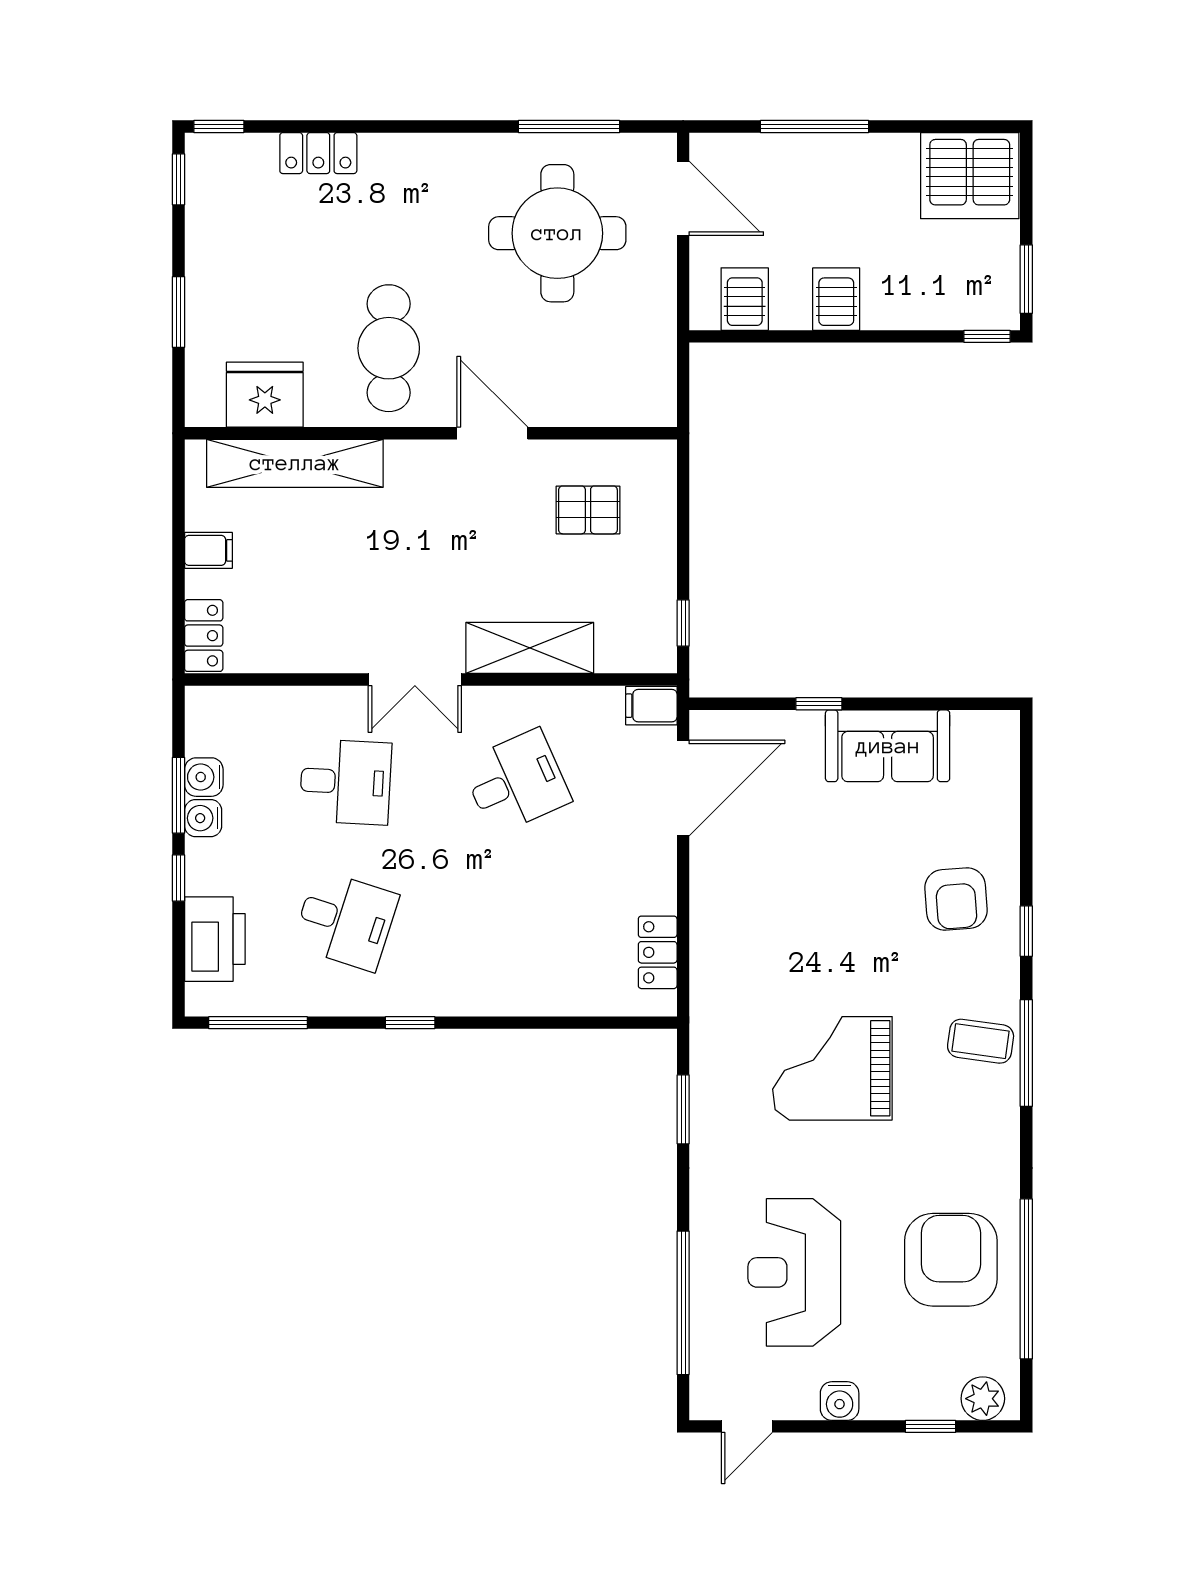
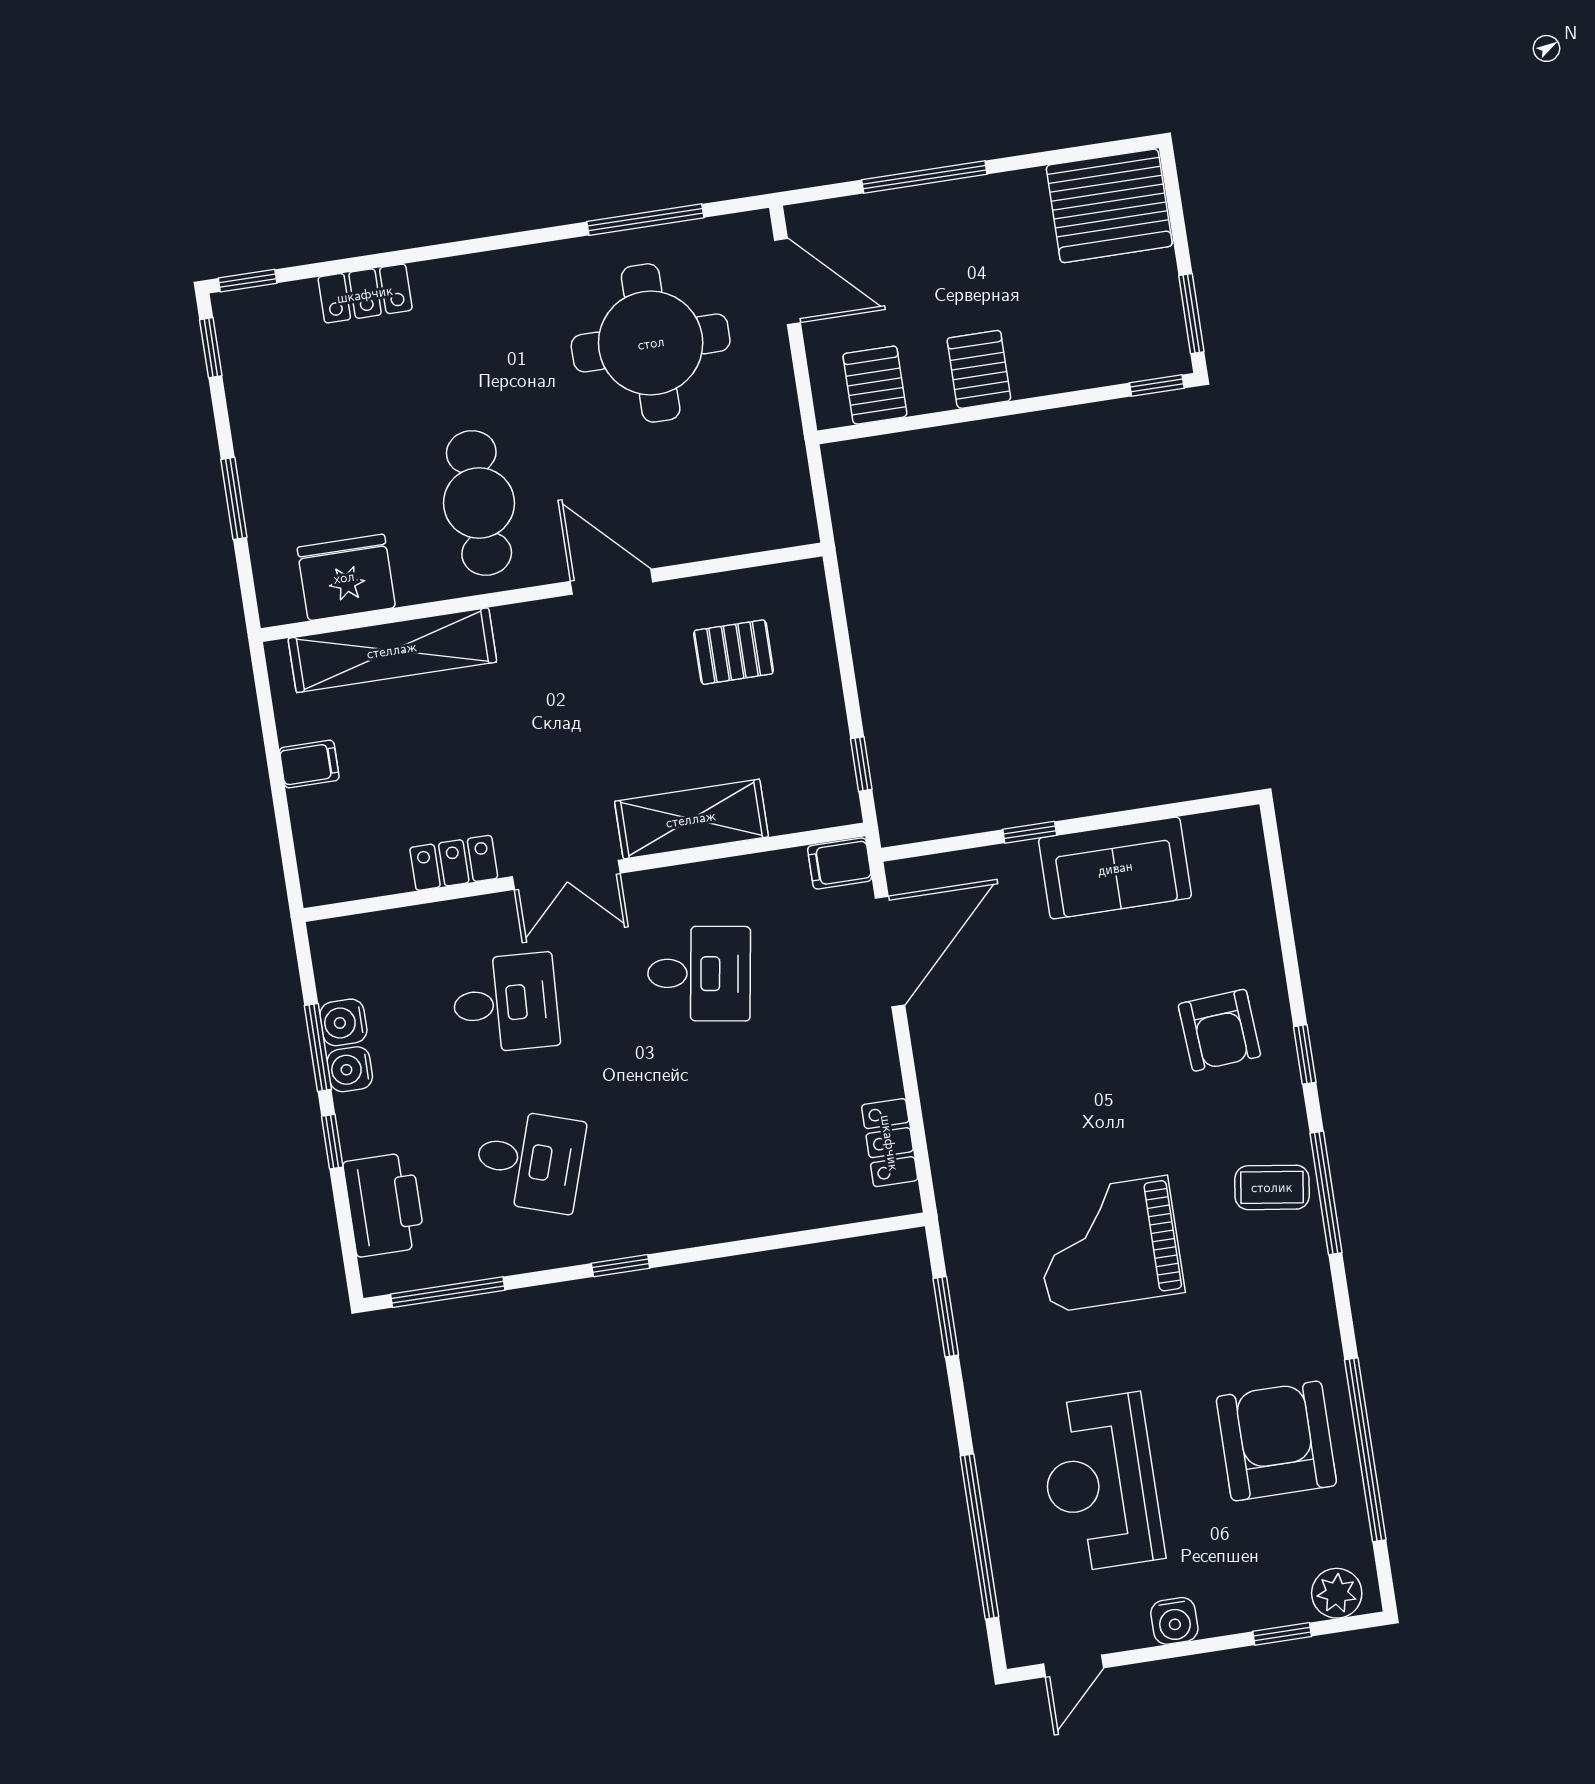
locker: (204, 636) -> (454, 863), moved, turned -90
desk: (516, 782) -> (699, 974), turned 33

